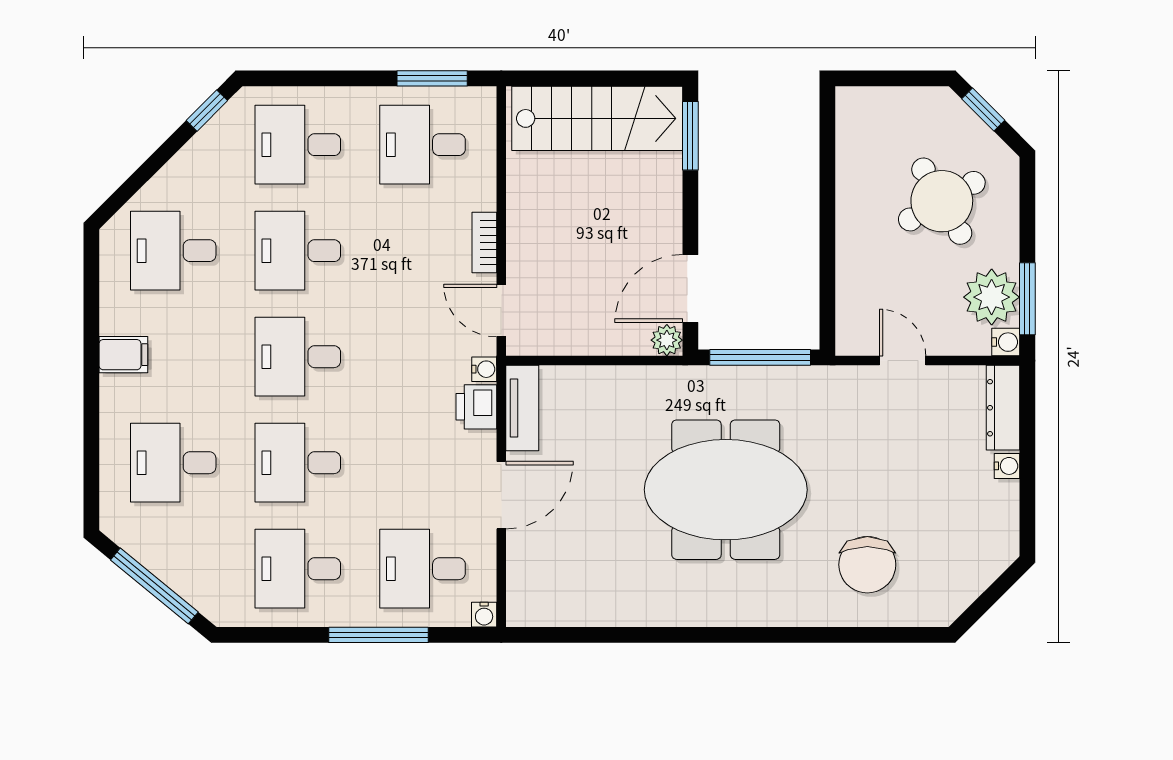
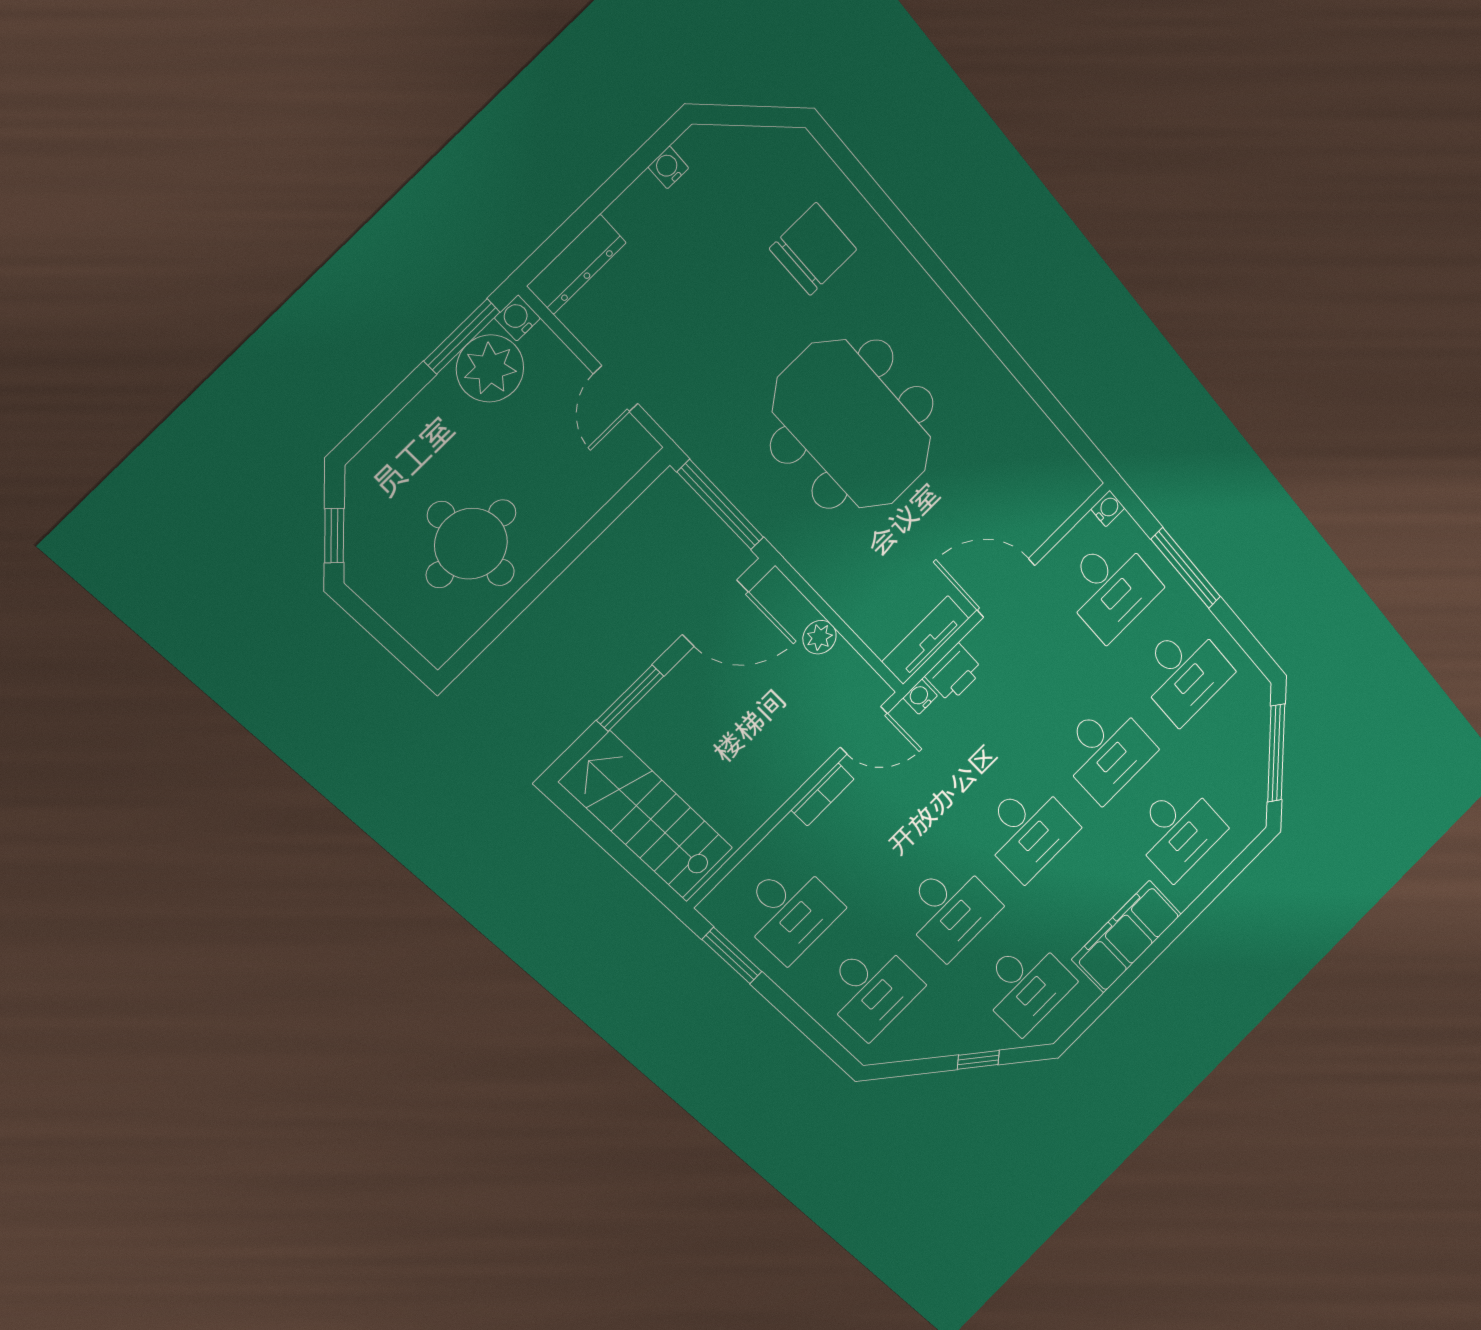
window: (207, 111) -> (978, 1060), moved
window: (690, 136) -> (630, 698), moved
round table: (942, 201) -> (471, 544), moved, turned 30
door: (501, 311) -> (864, 730), hinge flipped
plant: (667, 340) -> (820, 637), moved
filing cabinet: (123, 355) -> (1127, 937), width x3.00, depth x1.17
water cooler: (1007, 466) -> (668, 167), moved

